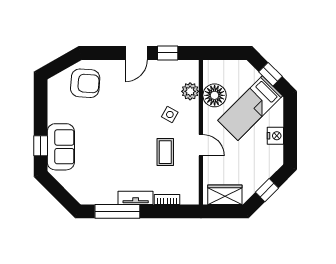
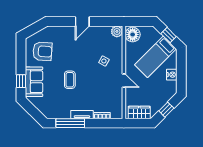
window: (168, 53) -> (102, 21), removed
armchair: (85, 83) -> (42, 51), moved
plant: (190, 91) -> (117, 31), moved
floor lamp: (215, 95) -> (133, 35), moved
coffee table: (165, 152) -> (70, 80), moved

